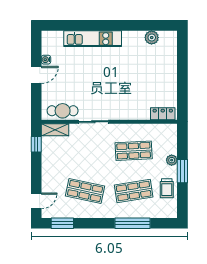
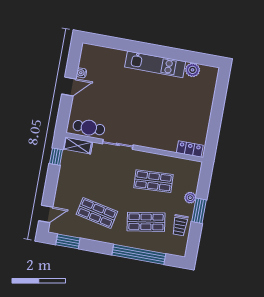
kitchen unit: (93, 39) -> (155, 64), moved
window: (132, 223) -> (139, 254), width x1.46

